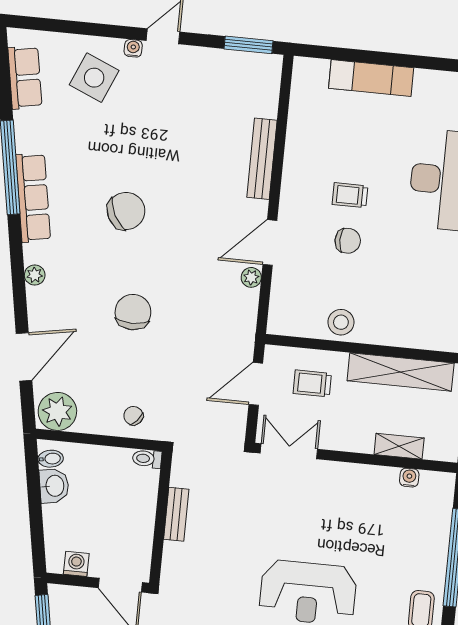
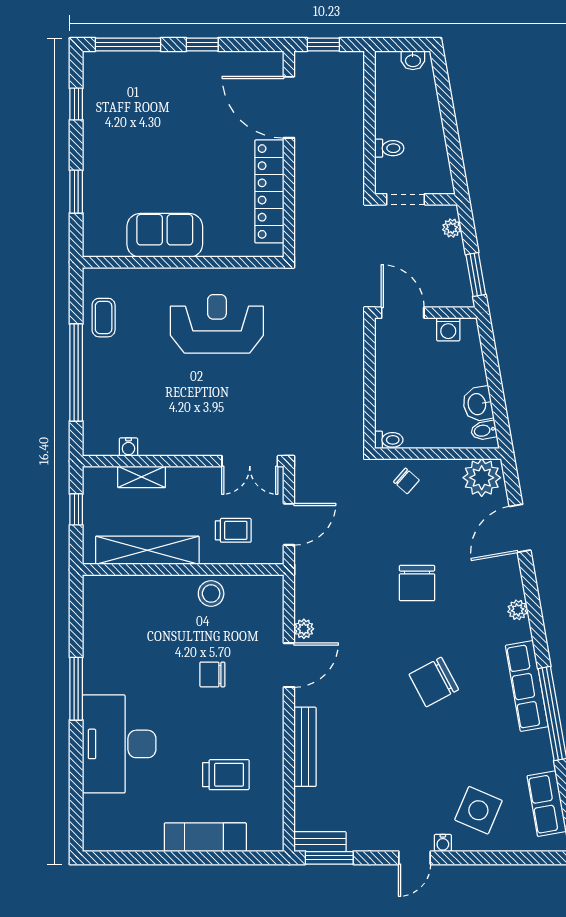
trolley: (350, 195) -> (226, 775), moved, width x1.36, depth x1.39
bench: (176, 514) -> (320, 842), moved, turned 90

